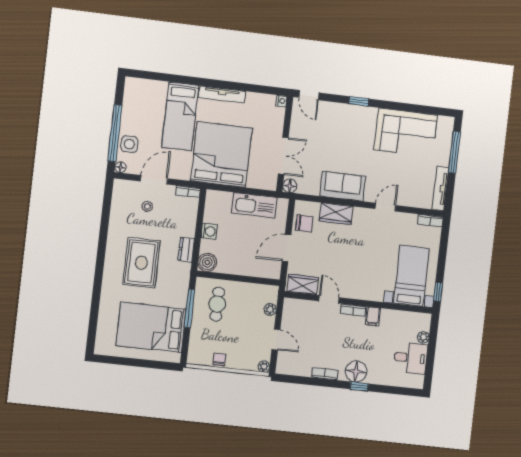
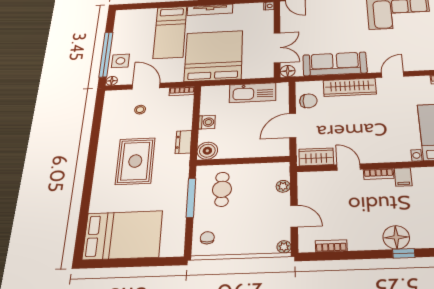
door: (154, 180) -> (146, 86), hinge flipped
sofa: (343, 186) -> (335, 64), width x1.36
wardrobe: (336, 214) -> (350, 87), width x1.50
bed: (151, 327) -> (123, 235), moved, turned 180
chair: (219, 359) -> (207, 238), moved
bookcase: (325, 374) -> (331, 246), moved

